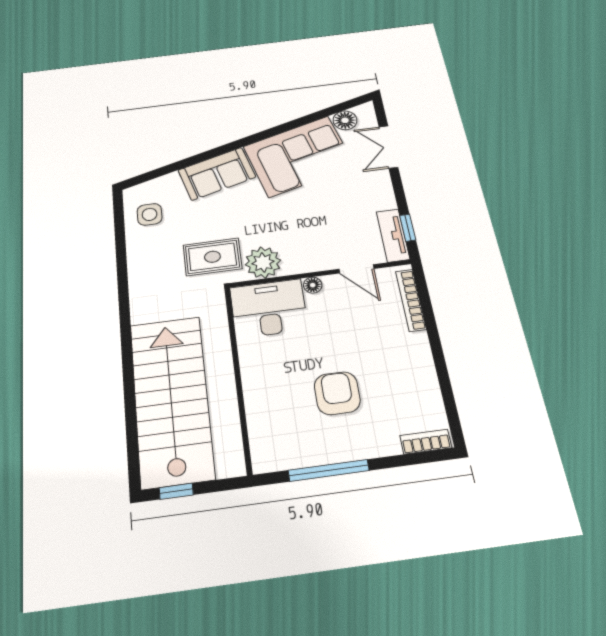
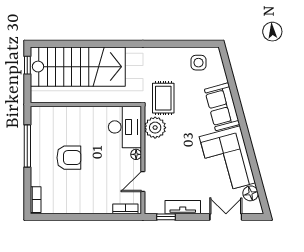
tv unit: (393, 235) -> (183, 207), moved
bookcase: (411, 300) -> (125, 209), width x0.64

